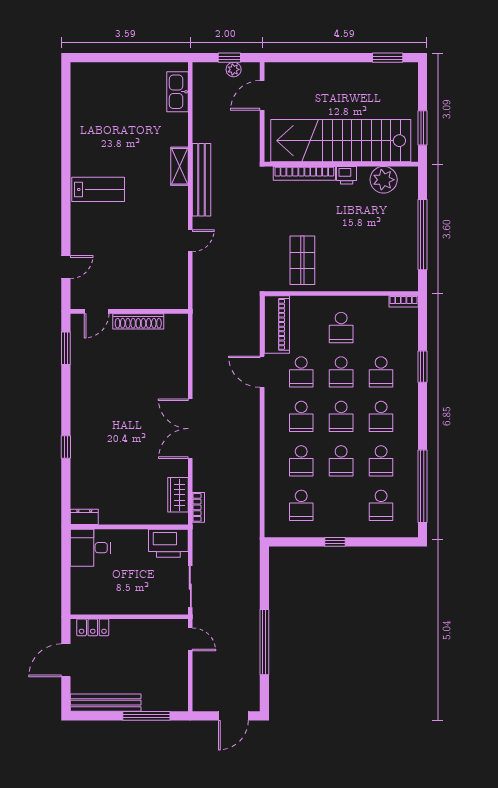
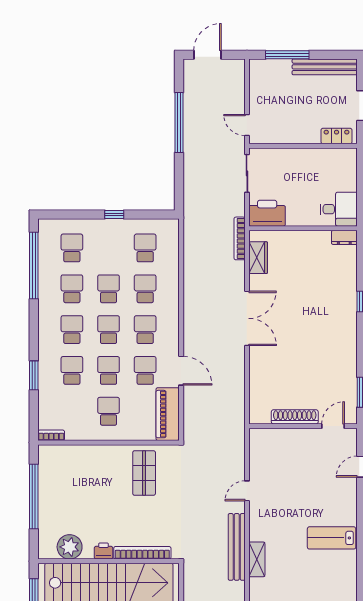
bookcase: (198, 507) -> (240, 238), width x1.56

